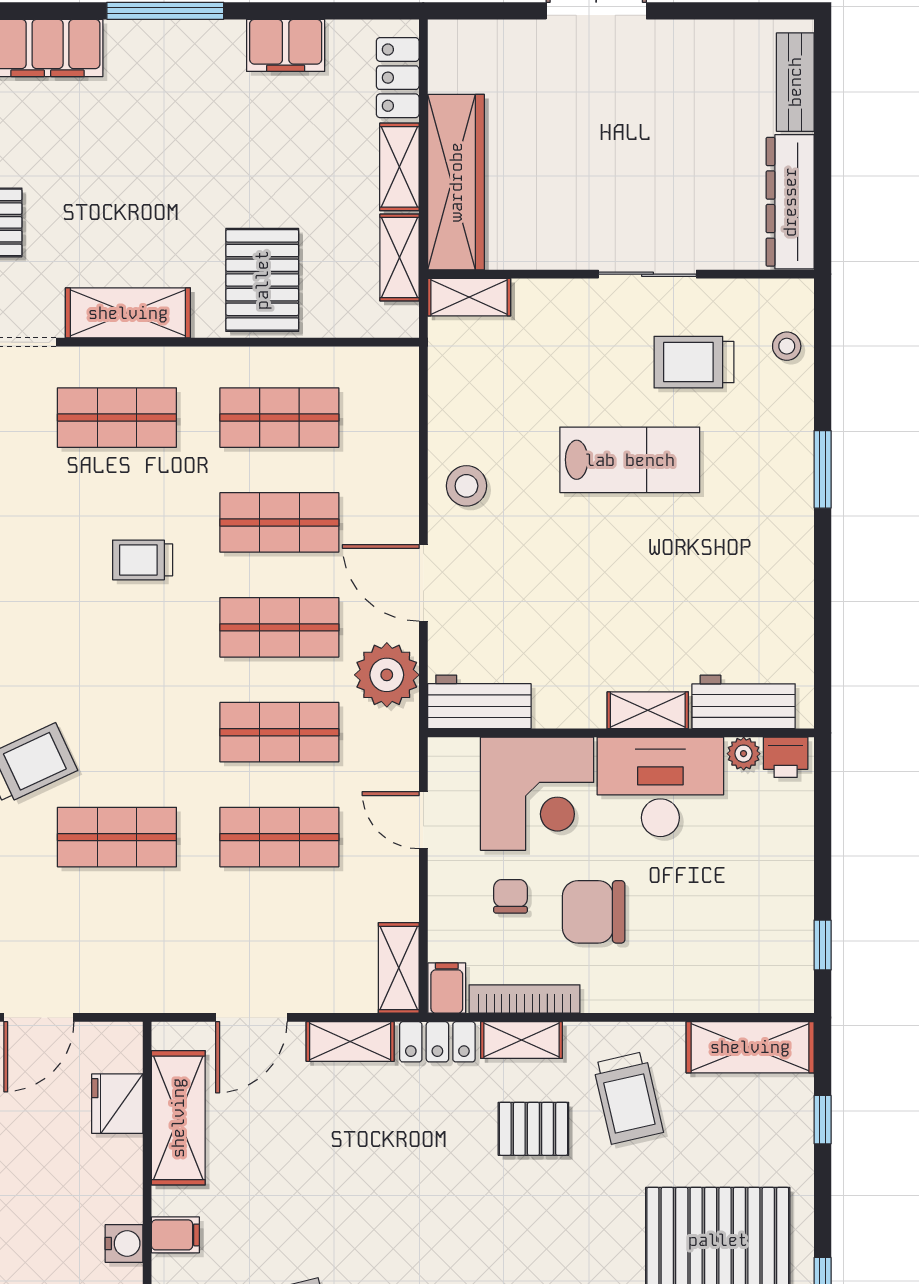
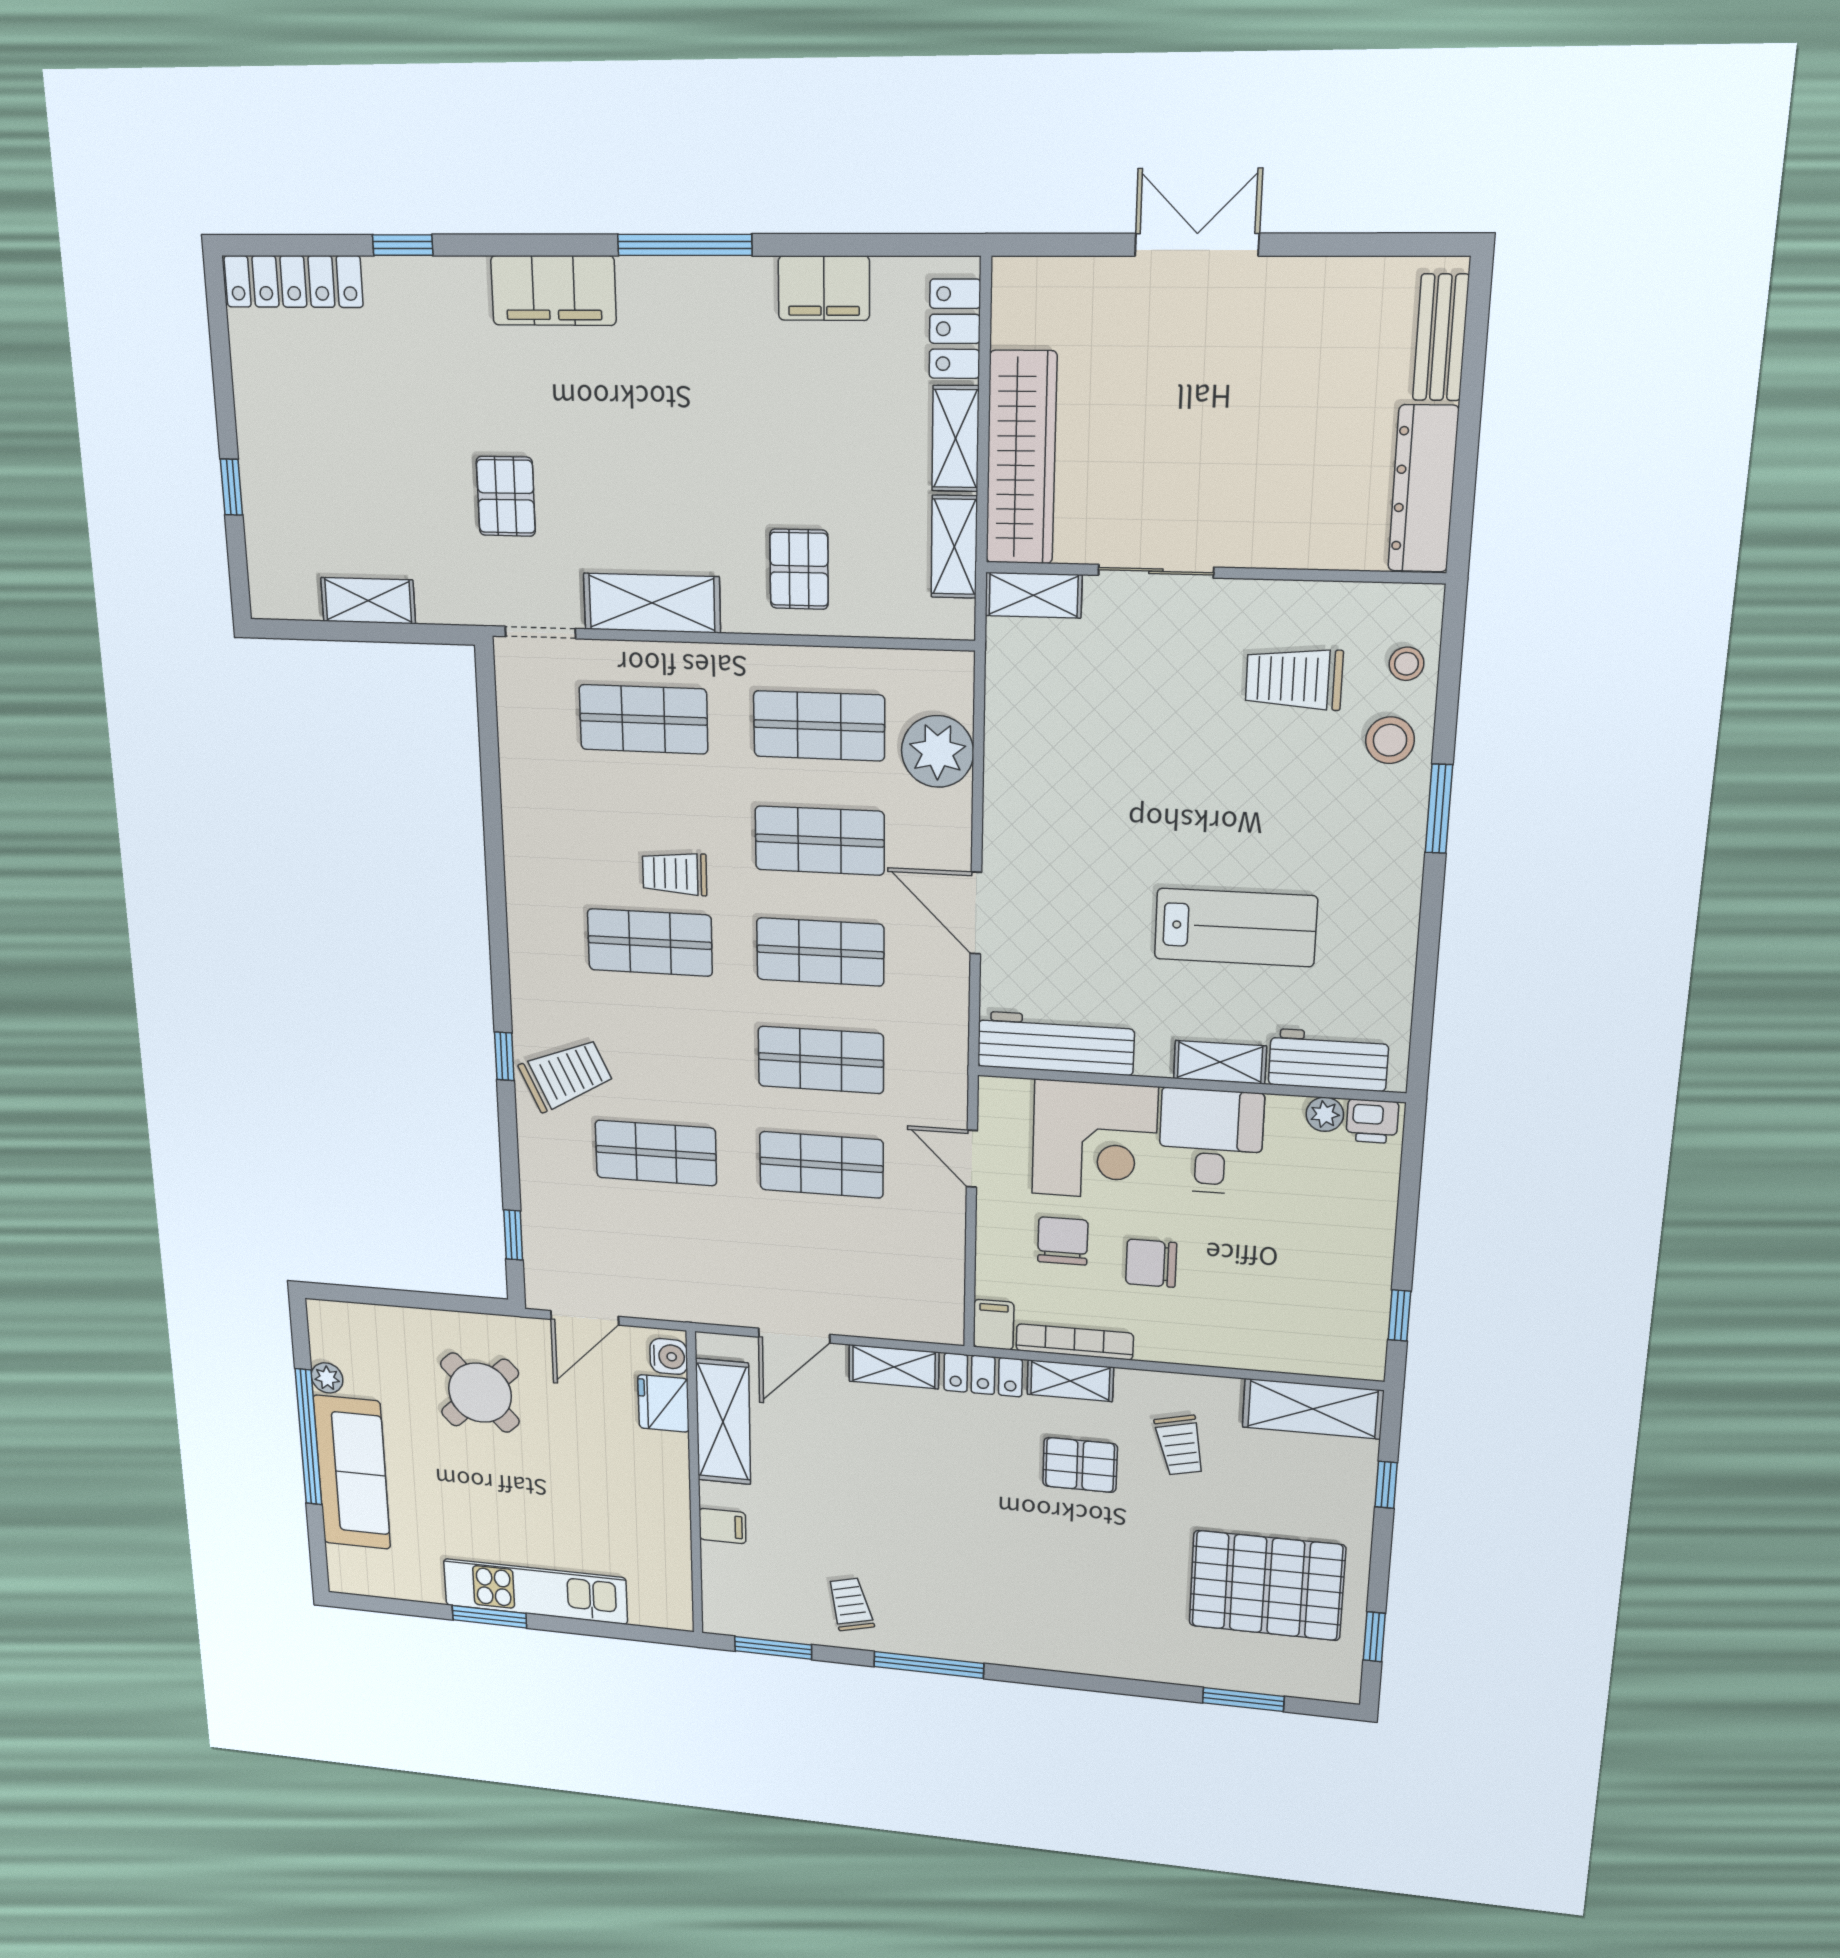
sliding door: (647, 274) -> (1156, 571), moved
pallet: (262, 280) -> (799, 569), width x0.67, depth x0.71
lab bench: (630, 460) -> (1236, 927), moved
stool: (466, 486) -> (1390, 740), moved
shop shelf: (117, 627) -> (650, 943), added
plant: (387, 675) -> (938, 751), moved
workbench: (479, 702) -> (1056, 1043), width x1.38
desk: (660, 787) -> (1211, 1141), width x0.73
chair: (510, 896) -> (1063, 1241), width x1.37, depth x1.37
chair: (594, 912) -> (1151, 1263), width x0.73, depth x0.73
shelving: (399, 968) -> (944, 1301), removed
trolley: (628, 1098) -> (1180, 1445), width x0.73, depth x0.72
water cooler: (124, 1243) -> (669, 1357), moved

